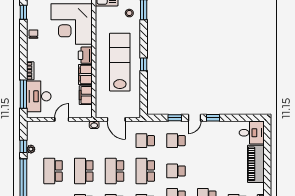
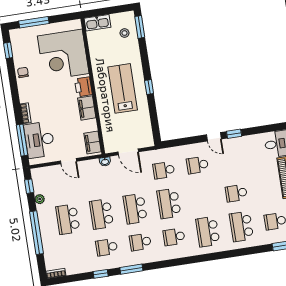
lab bench: (120, 62) -> (123, 88), width x0.73
filing cabinet: (86, 95) -> (93, 143), moved
window: (175, 118) -> (192, 140), removed
door: (195, 118) -> (214, 137), hinge flipped
door: (62, 119) -> (69, 161), swing flipped
window: (23, 146) -> (29, 186), moved
school desk: (176, 171) -> (236, 193), moved

